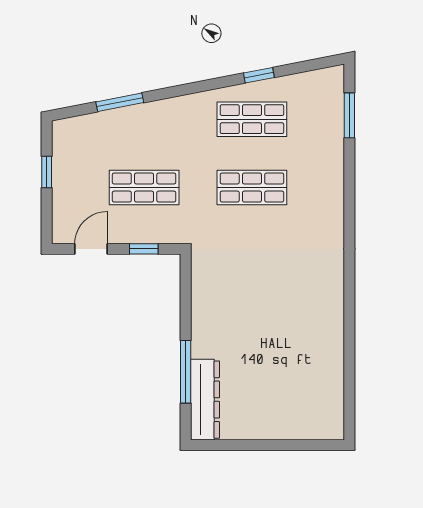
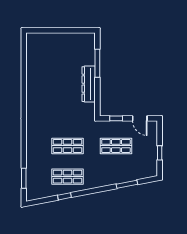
door: (91, 249) -> (140, 118), hinge flipped
dresser: (205, 400) -> (89, 84), moved

